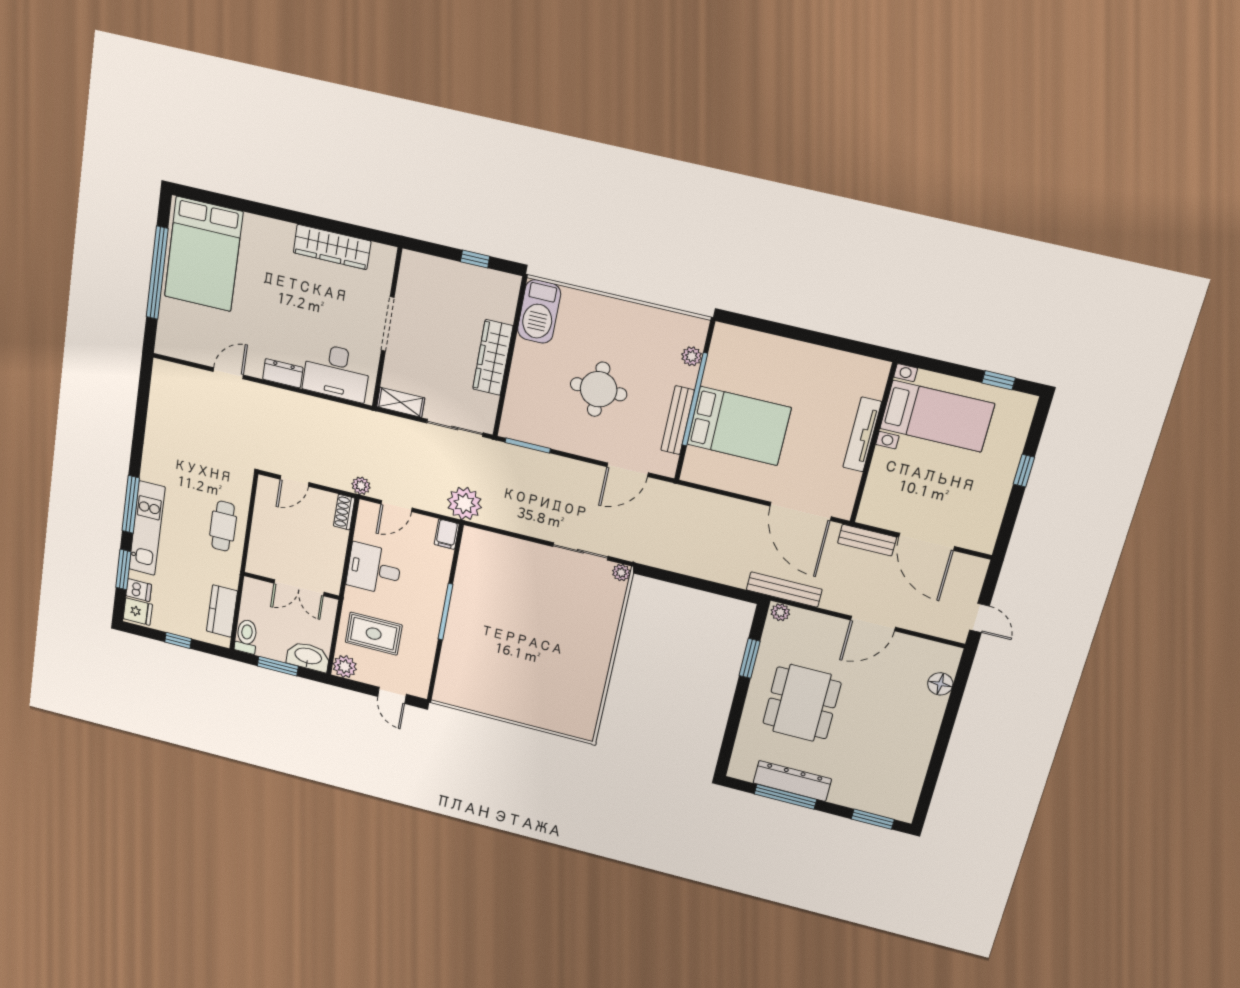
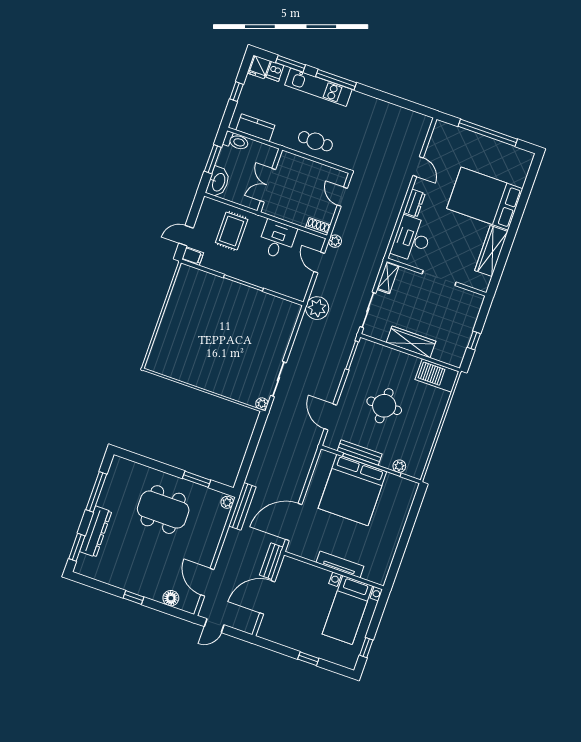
bed: (204, 254) -> (485, 199), moved
bed: (739, 426) -> (352, 490), width x1.36
filing cabinet: (447, 534) -> (193, 256), moved, turned 180
door: (873, 624) -> (207, 582), moved
plant: (345, 667) -> (209, 206), removed
window: (944, 737) -> (134, 597), added
dresser: (792, 781) -> (96, 532), moved

